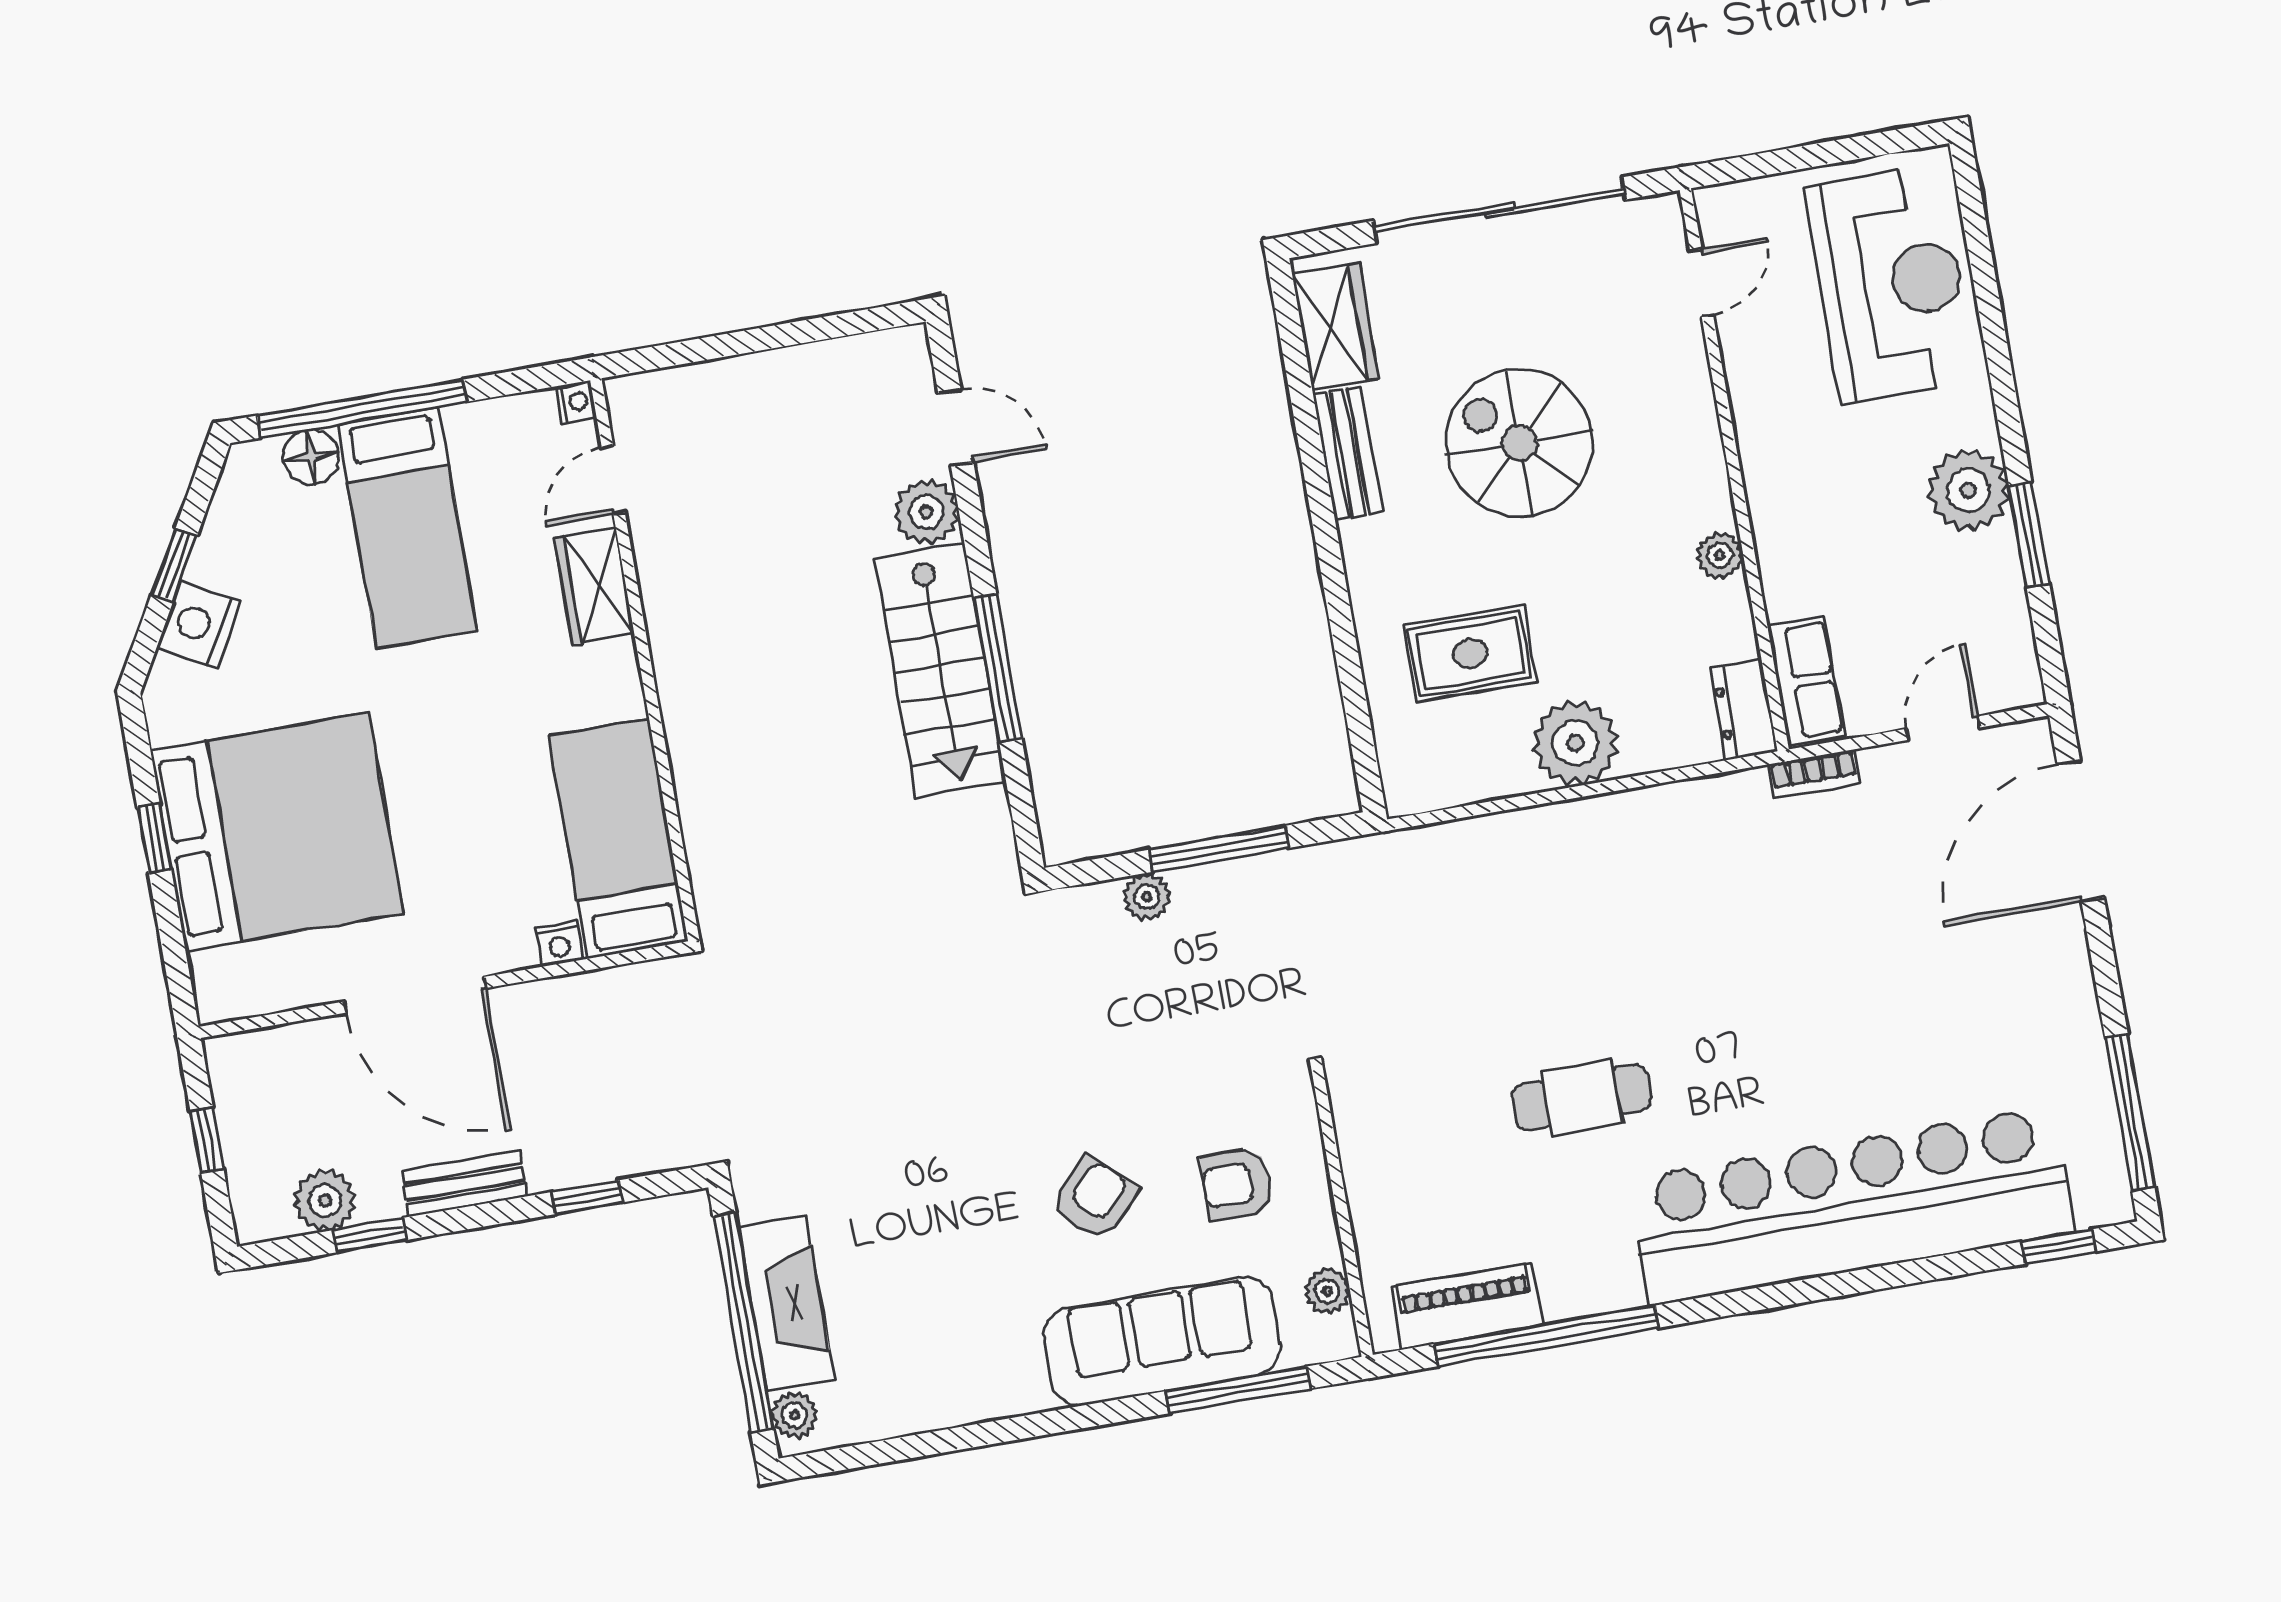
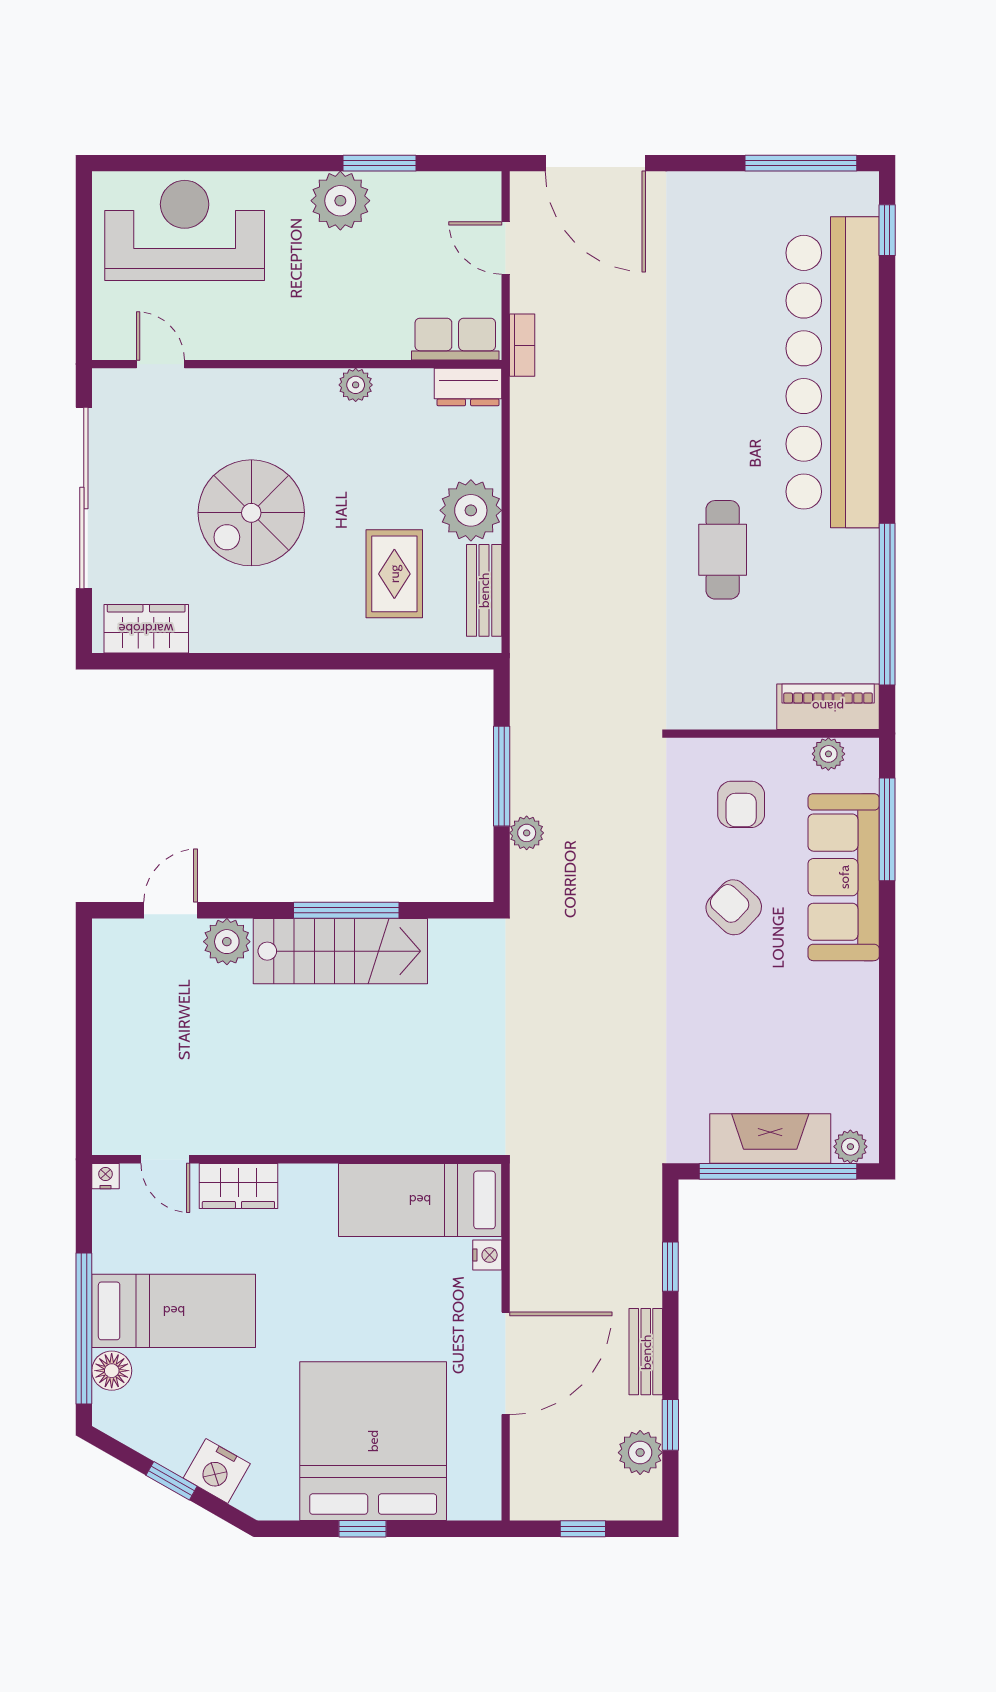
bench: (1348, 453) -> (484, 590), moved, turned 90
piano: (1467, 1306) -> (828, 707), moved, turned 90

